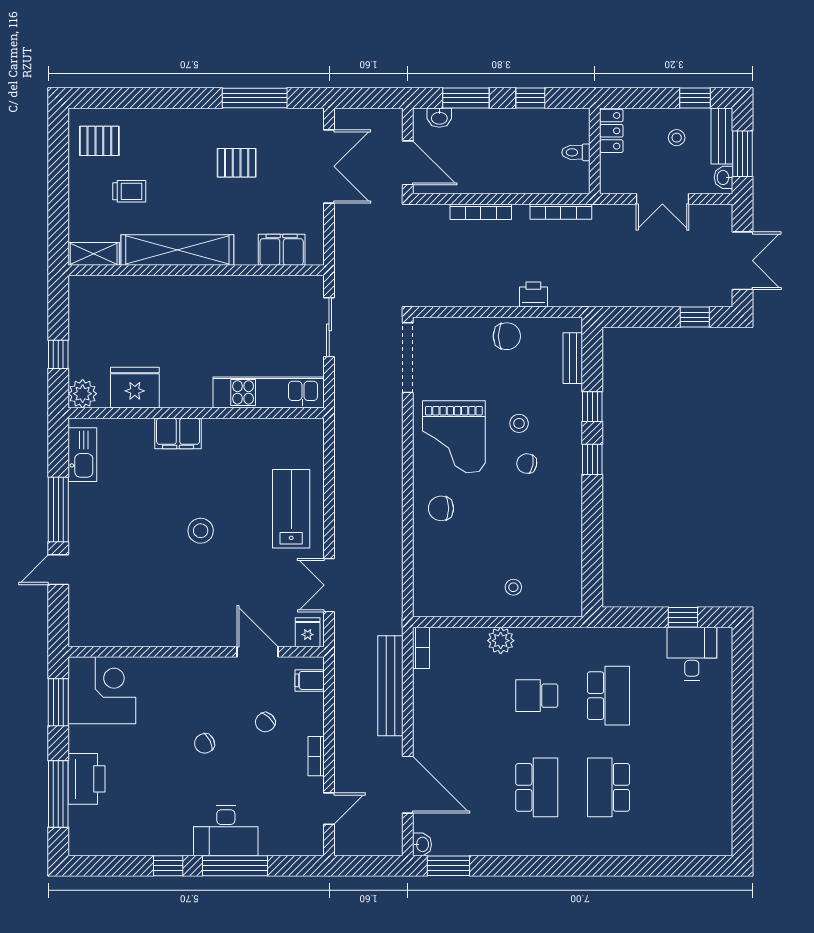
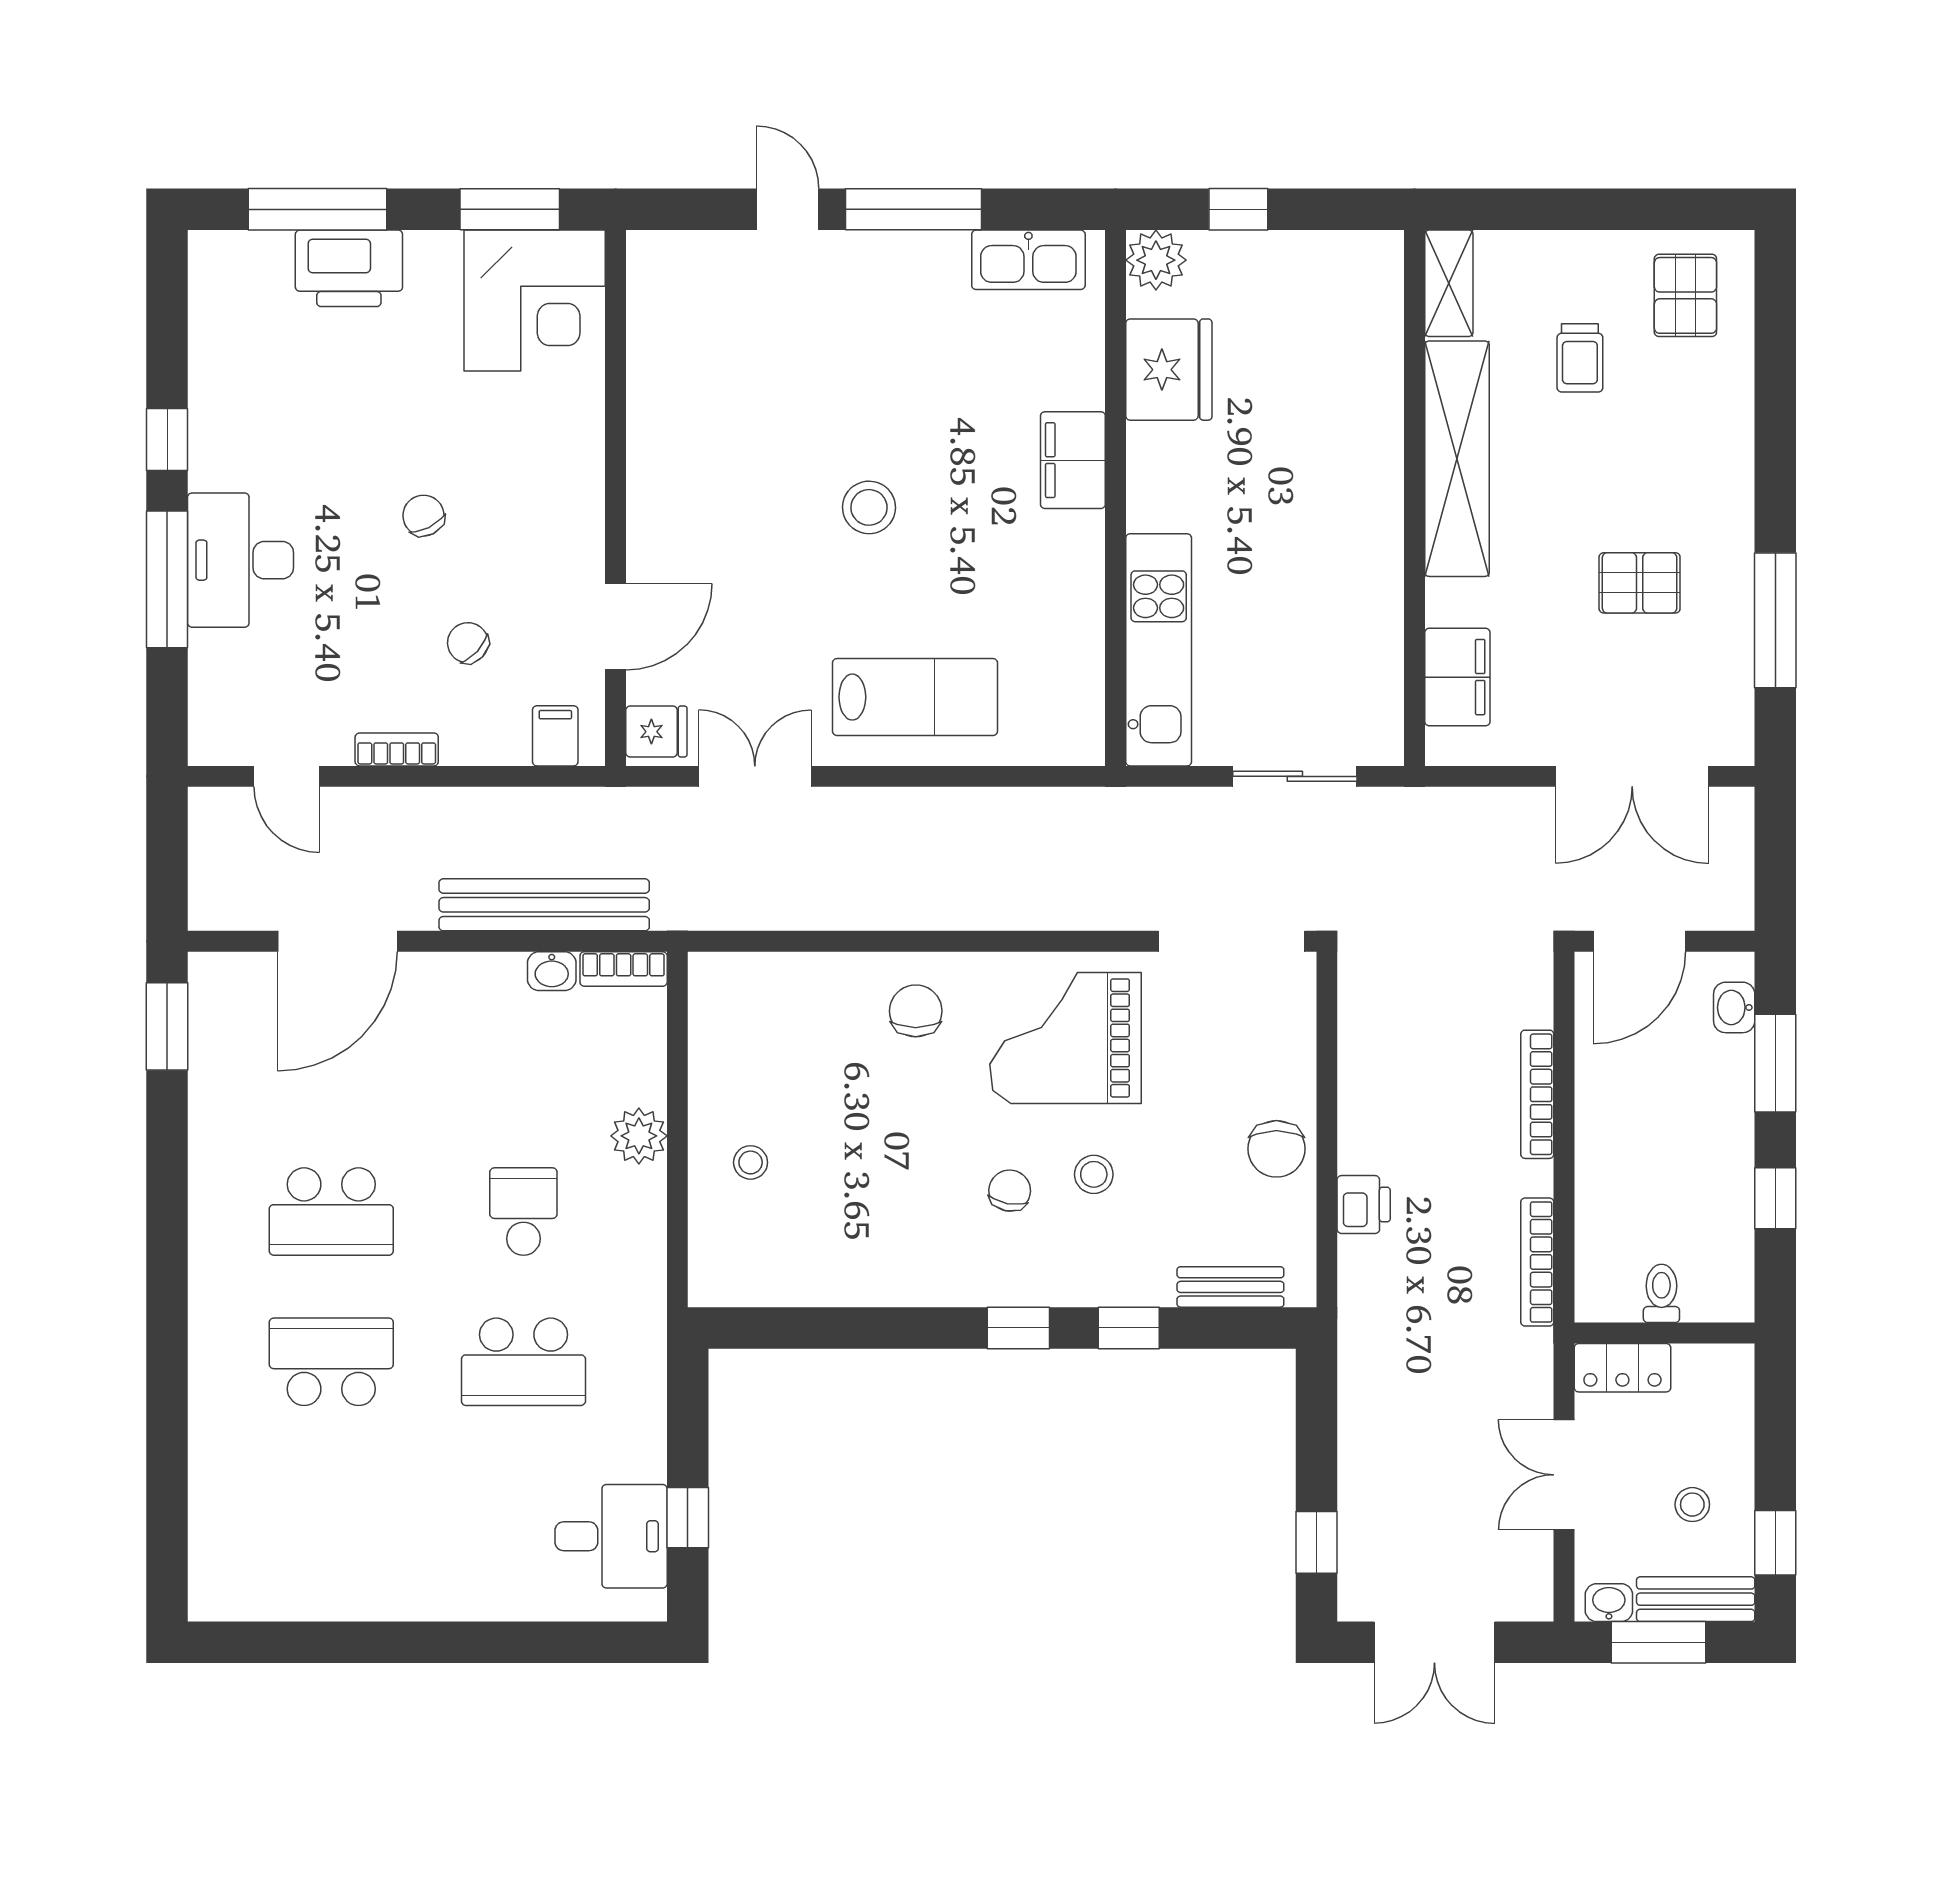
locker: (611, 131) -> (1622, 1368), moved
pallet: (237, 163) -> (1640, 583), turned 90
washbasin: (422, 844) -> (552, 971), moved

